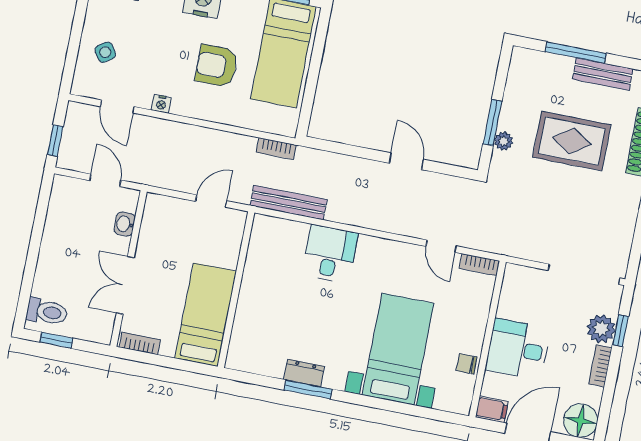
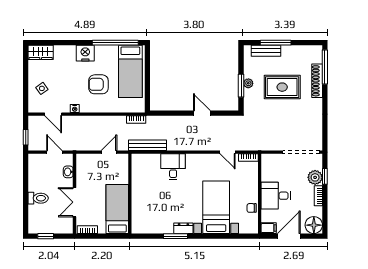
bench: (603, 74) -> (266, 51), moved
plant: (503, 141) -> (248, 83), moved
toilet: (47, 312) -> (38, 198), moved
dresser: (304, 373) -> (183, 228), moved

